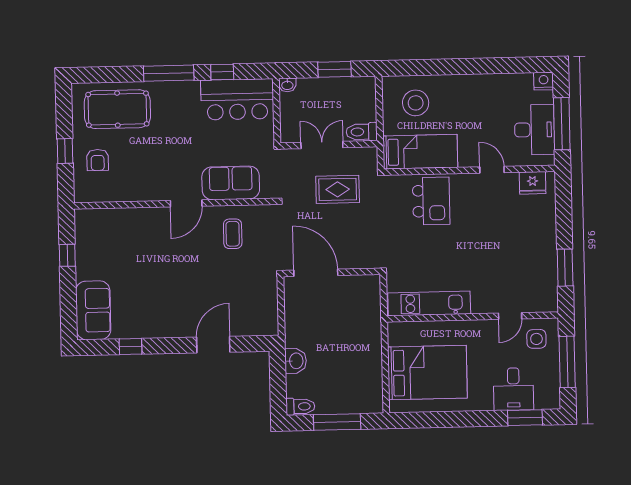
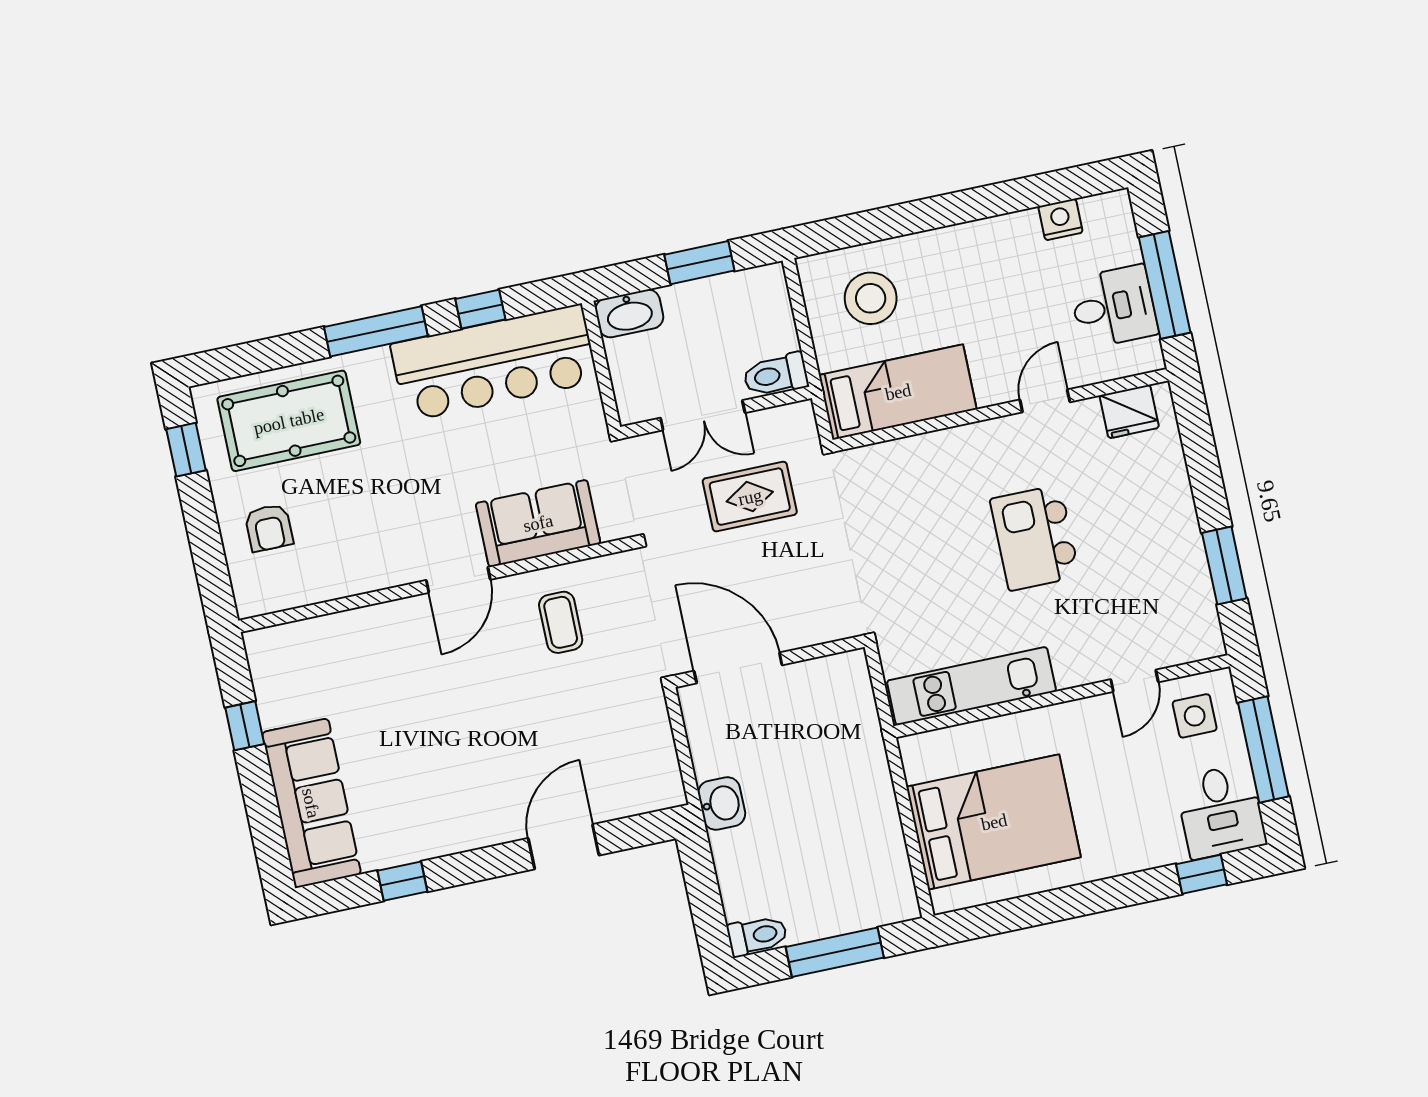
nightstand: (544, 81) -> (1060, 219), moved
washbasin: (287, 85) -> (629, 313), width x1.91, depth x1.45
bar counter: (237, 99) -> (494, 363), width x1.36
desk: (535, 130) -> (1114, 307), width x0.73
double door: (322, 145) -> (703, 415), swing flipped
window: (65, 151) -> (186, 450), moved
door: (492, 170) -> (1045, 401), hinge flipped
kitchen island: (431, 201) -> (1035, 538), moved, turned 180
sofa: (93, 310) -> (311, 803), width x1.36
washbasin: (296, 361) -> (722, 804), moved
desk: (513, 389) -> (1221, 811), moved
window: (525, 418) -> (1201, 874), width x0.67

